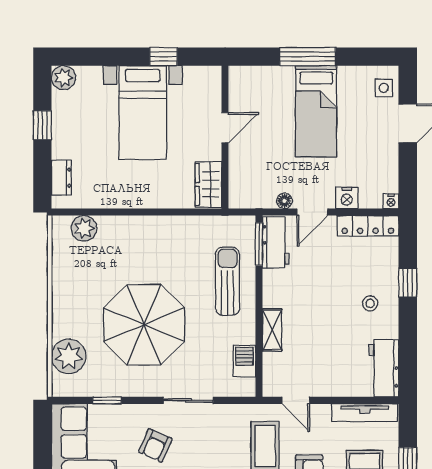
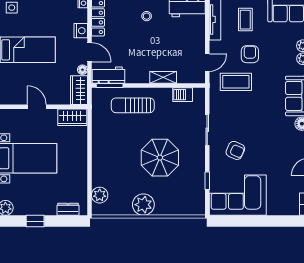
wardrobe: (252, 195) -> (79, 90), added
parasol: (144, 325) -> (160, 158), width x0.73, depth x0.73
plant: (69, 356) -> (143, 205), moved

